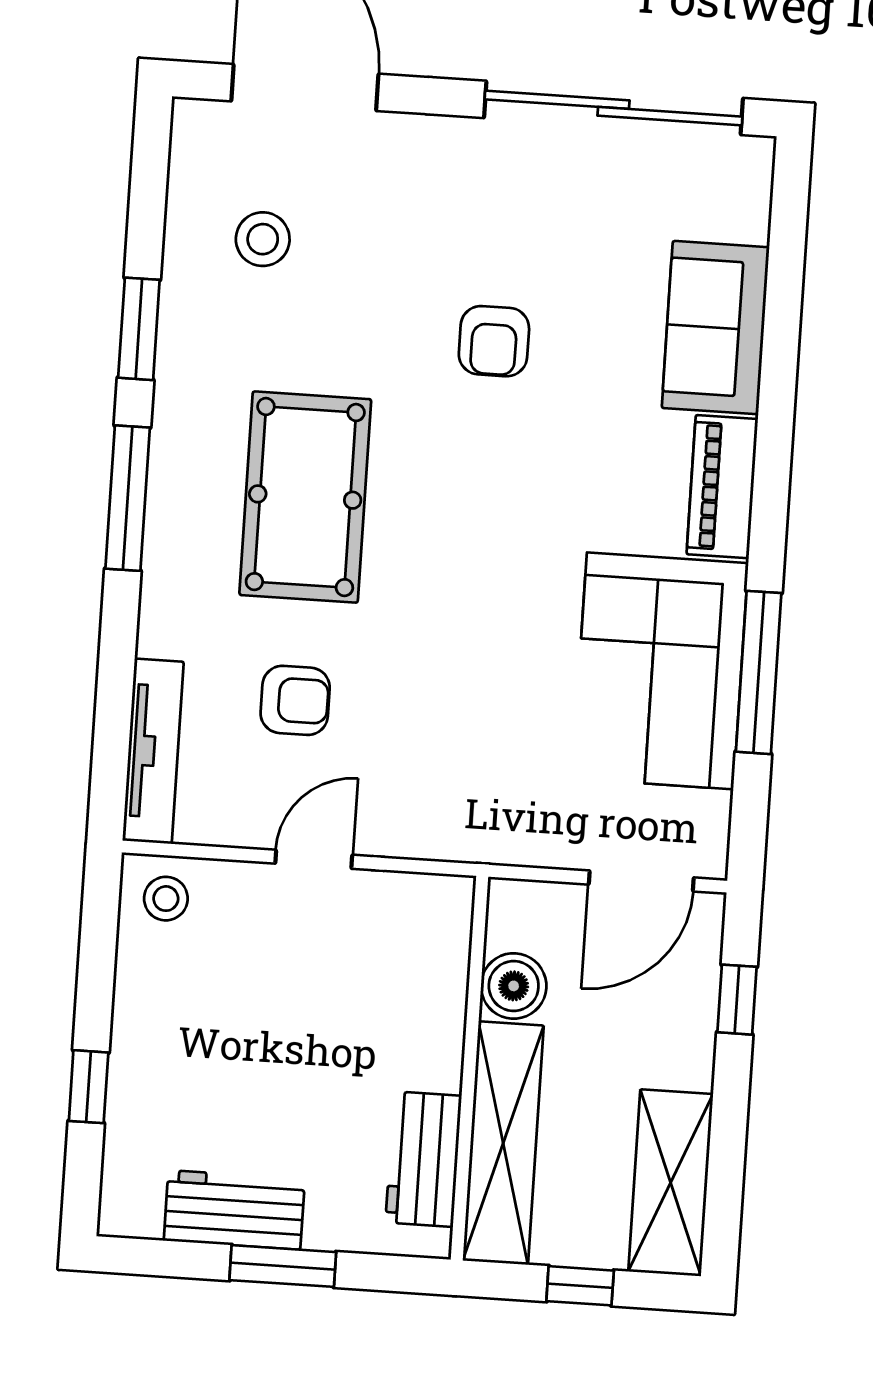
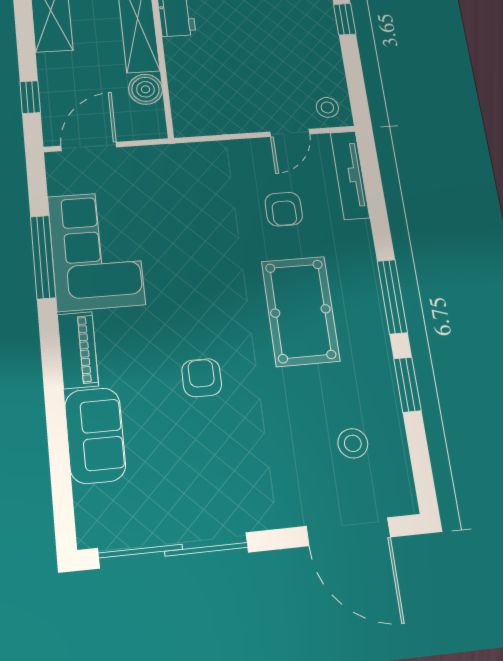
armchair: (494, 341) -> (202, 378), moved
armchair: (295, 700) -> (284, 209), turned -90
door: (314, 859) -> (290, 133), moved

